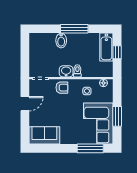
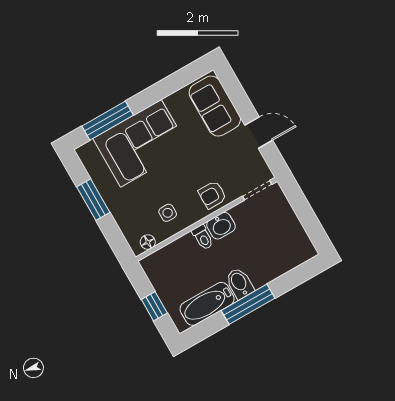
bidet: (61, 40) -> (240, 283), moved
bathtub: (106, 47) -> (207, 304), moved, turned -90
door: (25, 104) -> (259, 133), swing flipped
corner sofa: (98, 124) -> (141, 143), moved, turned 90
sofa: (44, 135) -> (215, 106), moved, turned 90

